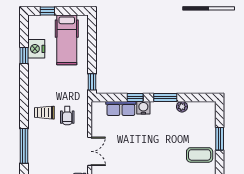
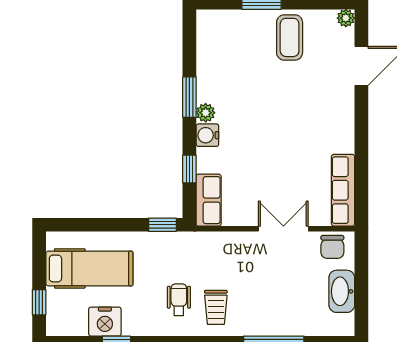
window: (135, 97) -> (189, 169), moved
plant: (182, 107) -> (206, 113), moved
row of seats: (121, 108) -> (209, 200), moved
wheelchair: (67, 116) -> (179, 300), moved, turned -90

